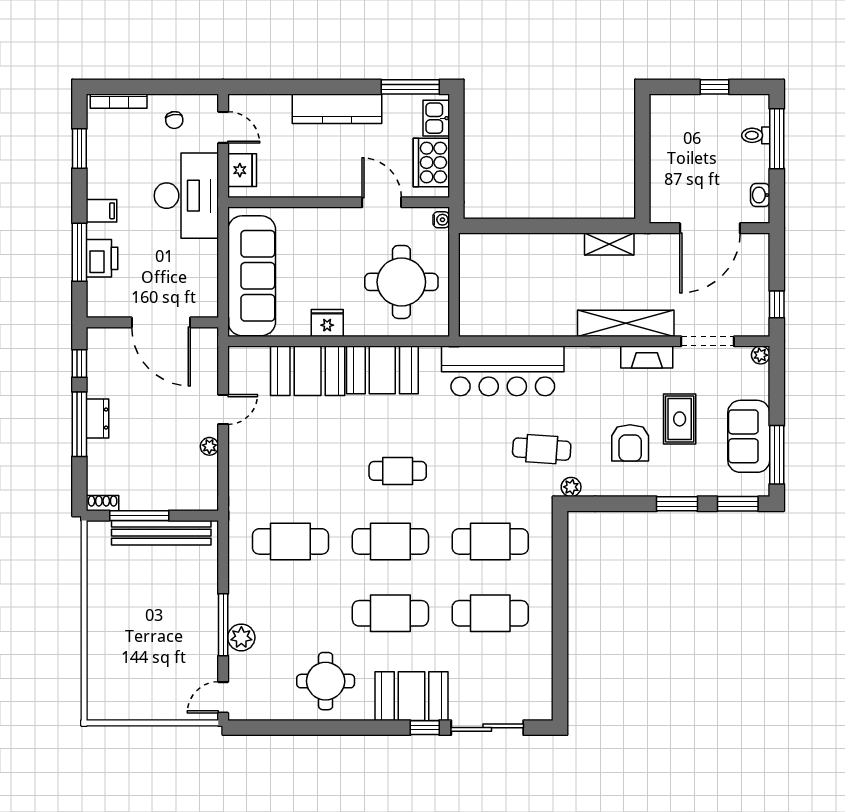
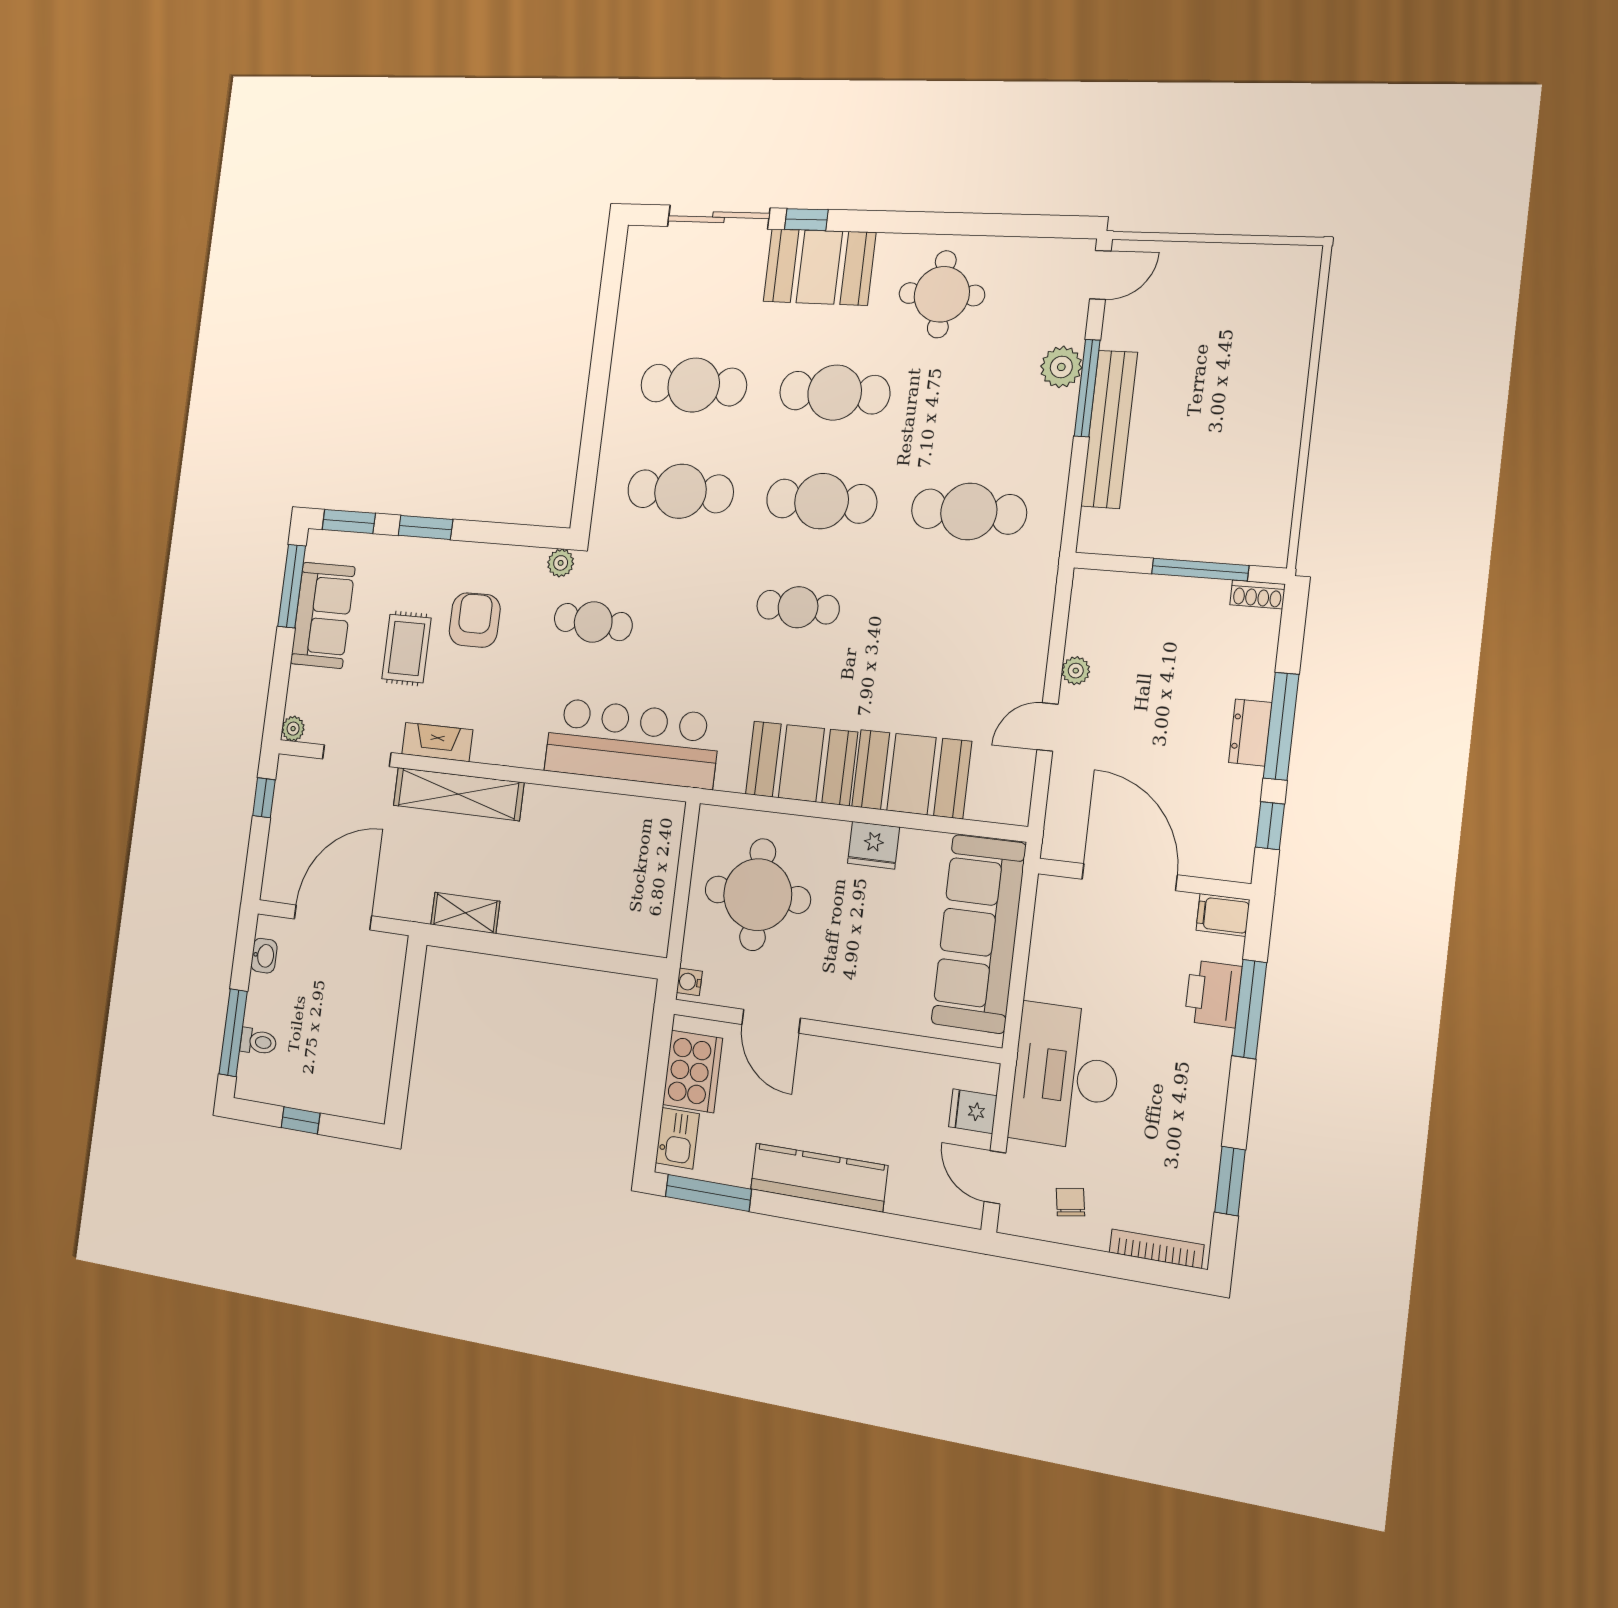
fridge: (242, 170) -> (973, 1111), width x0.72
filing cabinet: (102, 211) -> (1223, 915), moved
bench: (161, 533) -> (1109, 429), moved, turned 90

